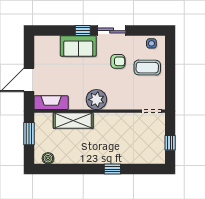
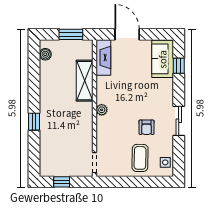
window: (83, 31) -> (179, 66), moved
sofa: (78, 46) -> (163, 59), moved
plant: (96, 100) -> (102, 110), width x0.53, depth x0.53

